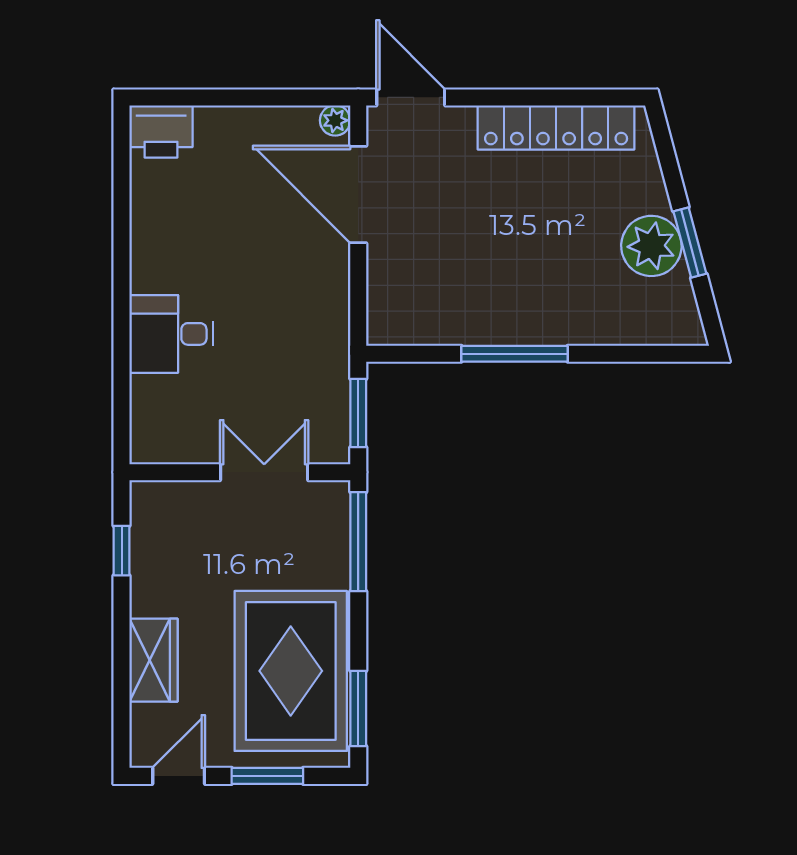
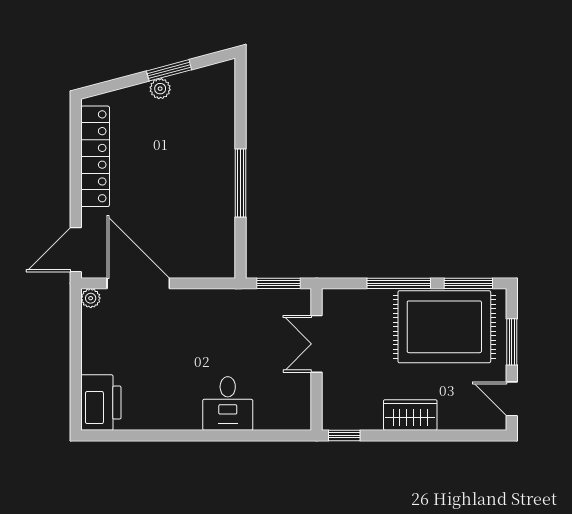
printer: (161, 131) -> (101, 403), width x1.37, depth x1.19
door: (358, 195) -> (138, 283), swing flipped
plant: (651, 246) -> (160, 89), width x0.53, depth x0.53
window: (358, 542) -> (399, 283), moved
window: (122, 551) -> (344, 435), moved
wardrobe: (153, 660) -> (410, 415), moved

